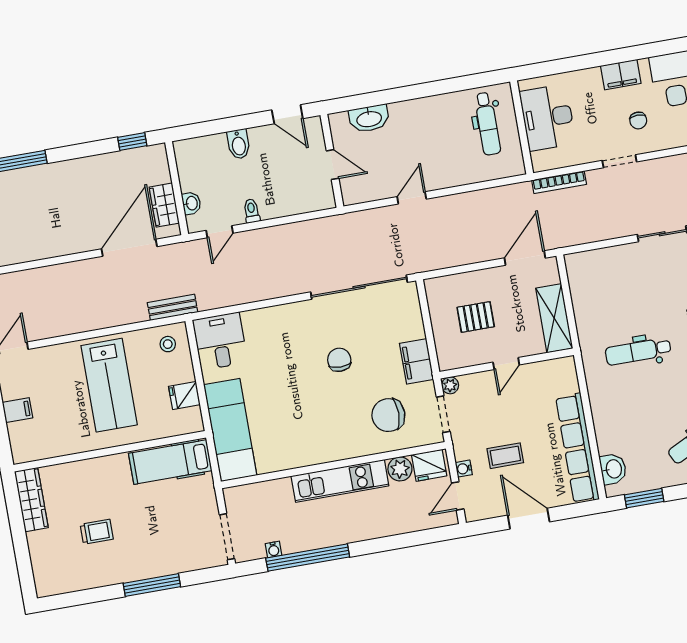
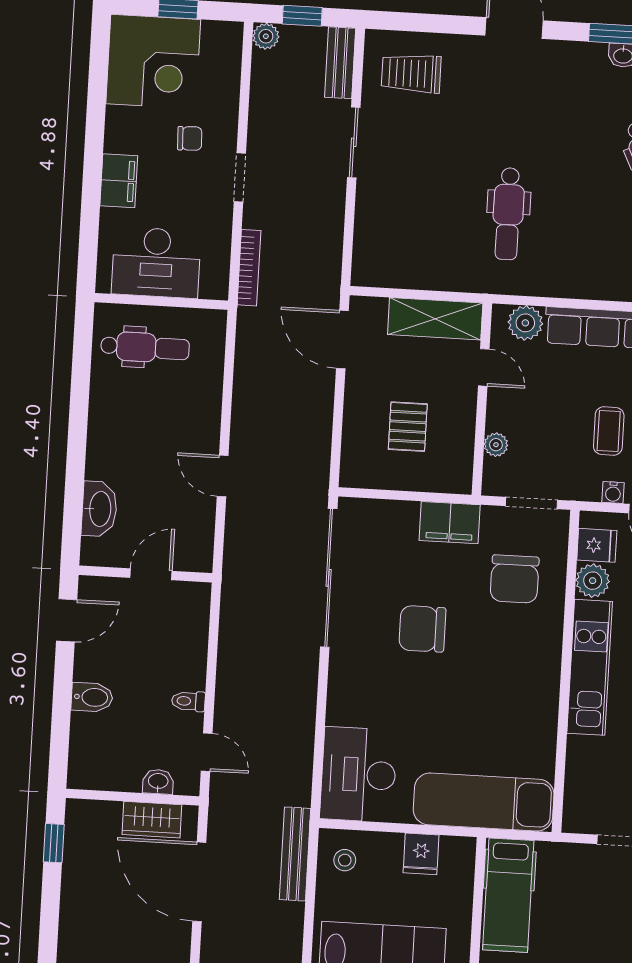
filing cabinet: (621, 75) -> (119, 181), moved
bench: (173, 307) -> (295, 854), width x1.36
desk: (220, 341) -> (358, 774), width x1.37
chair: (339, 360) -> (422, 629), width x1.37, depth x1.37
door: (506, 364) -> (484, 367), moved
plant: (566, 381) -> (525, 323), added
plant: (450, 385) -> (496, 445), moved
fridge: (429, 465) -> (597, 545), width x0.72

